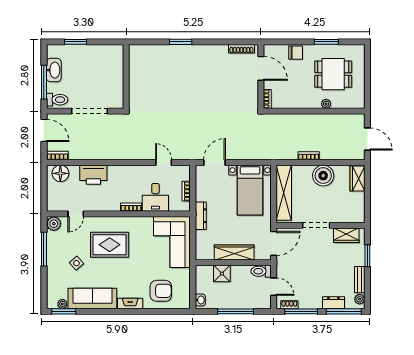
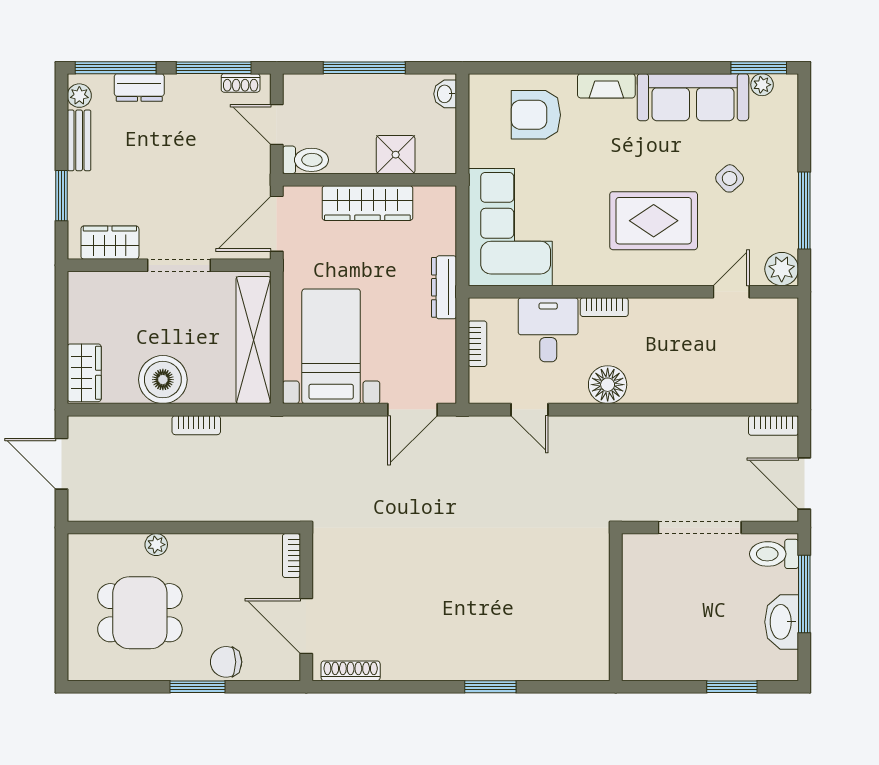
window: (326, 42) -> (198, 687), moved
floor lamp: (60, 173) -> (608, 385), moved
printer: (93, 175) -> (691, 381), removed

